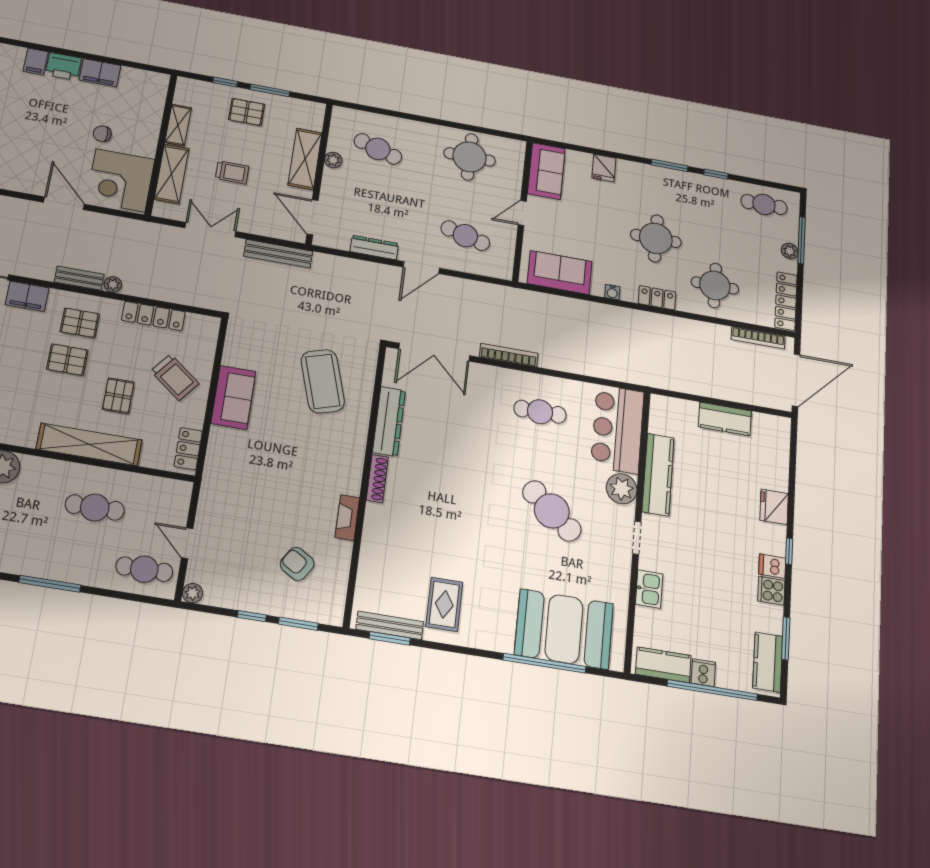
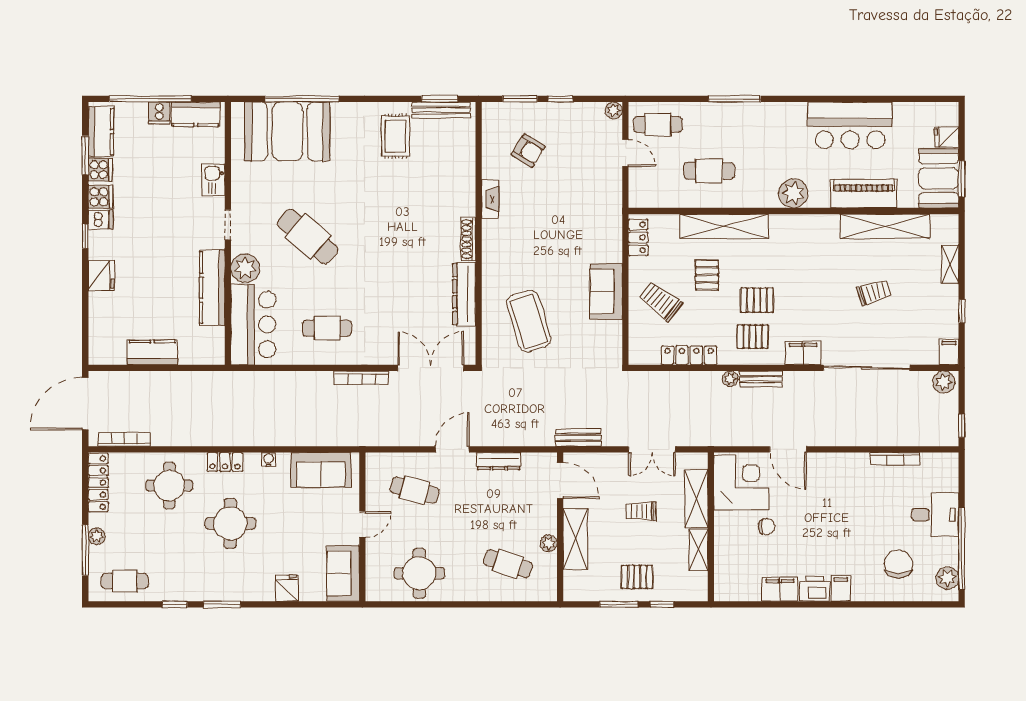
bench: (278, 254) -> (578, 438), width x0.73
cooker: (770, 620) -> (100, 170), added

